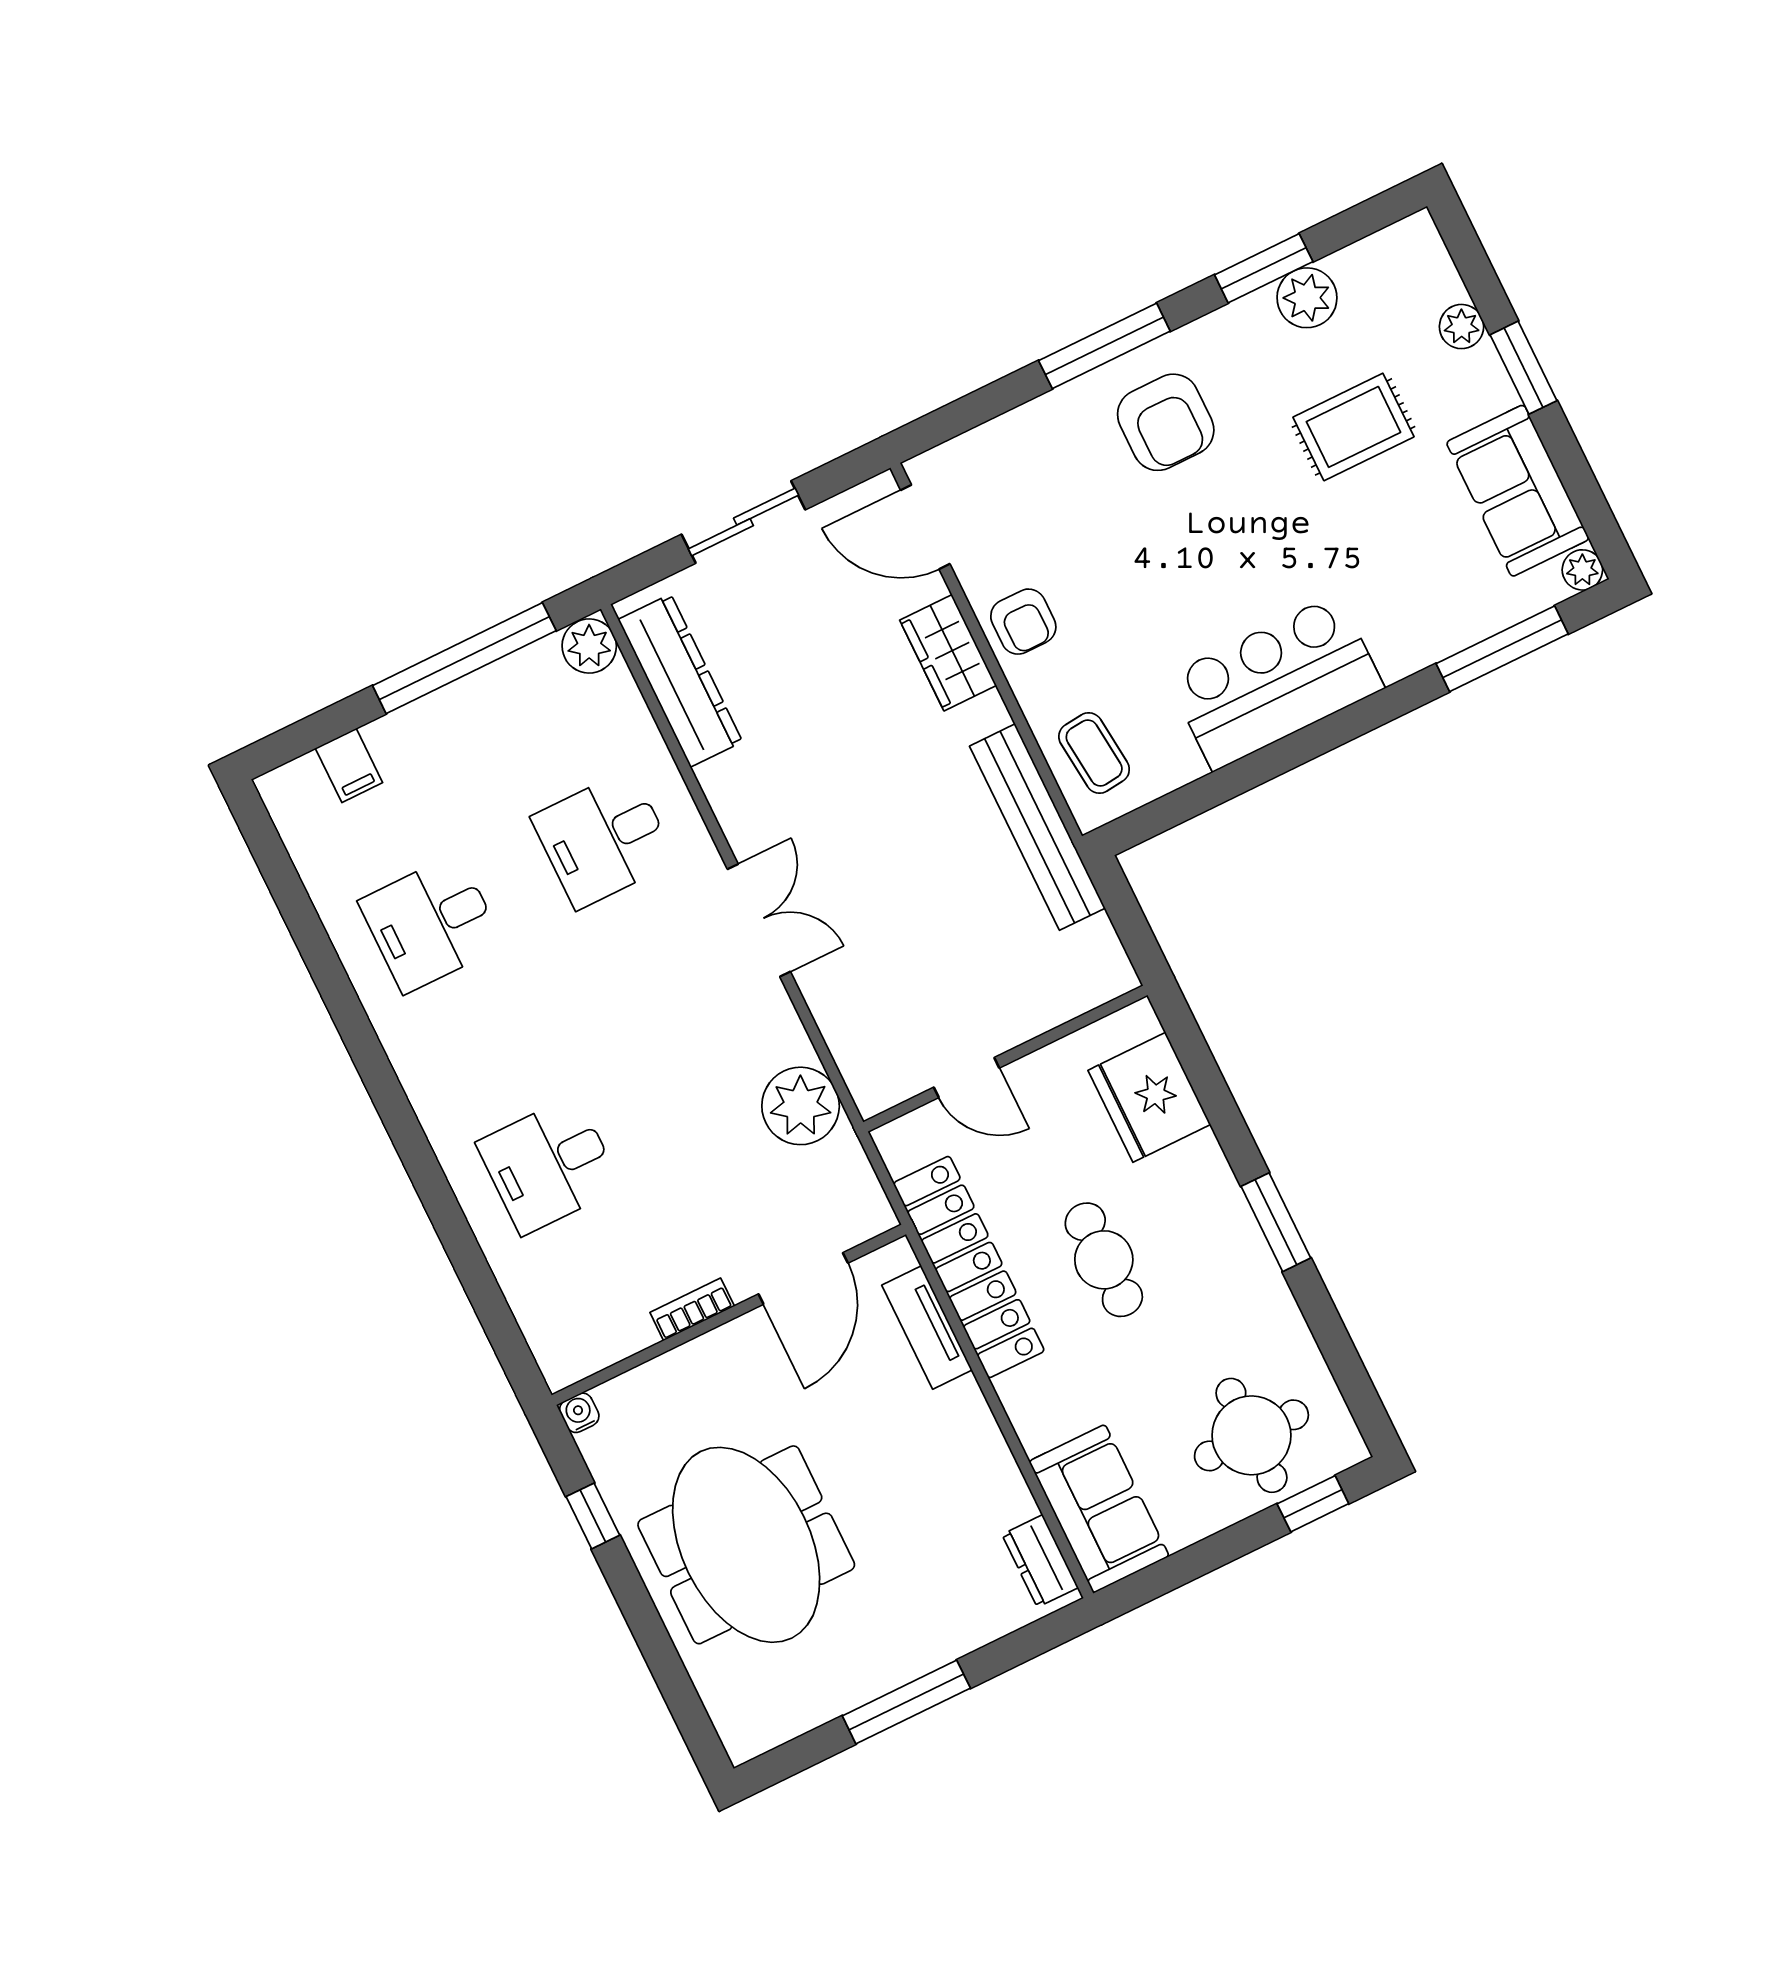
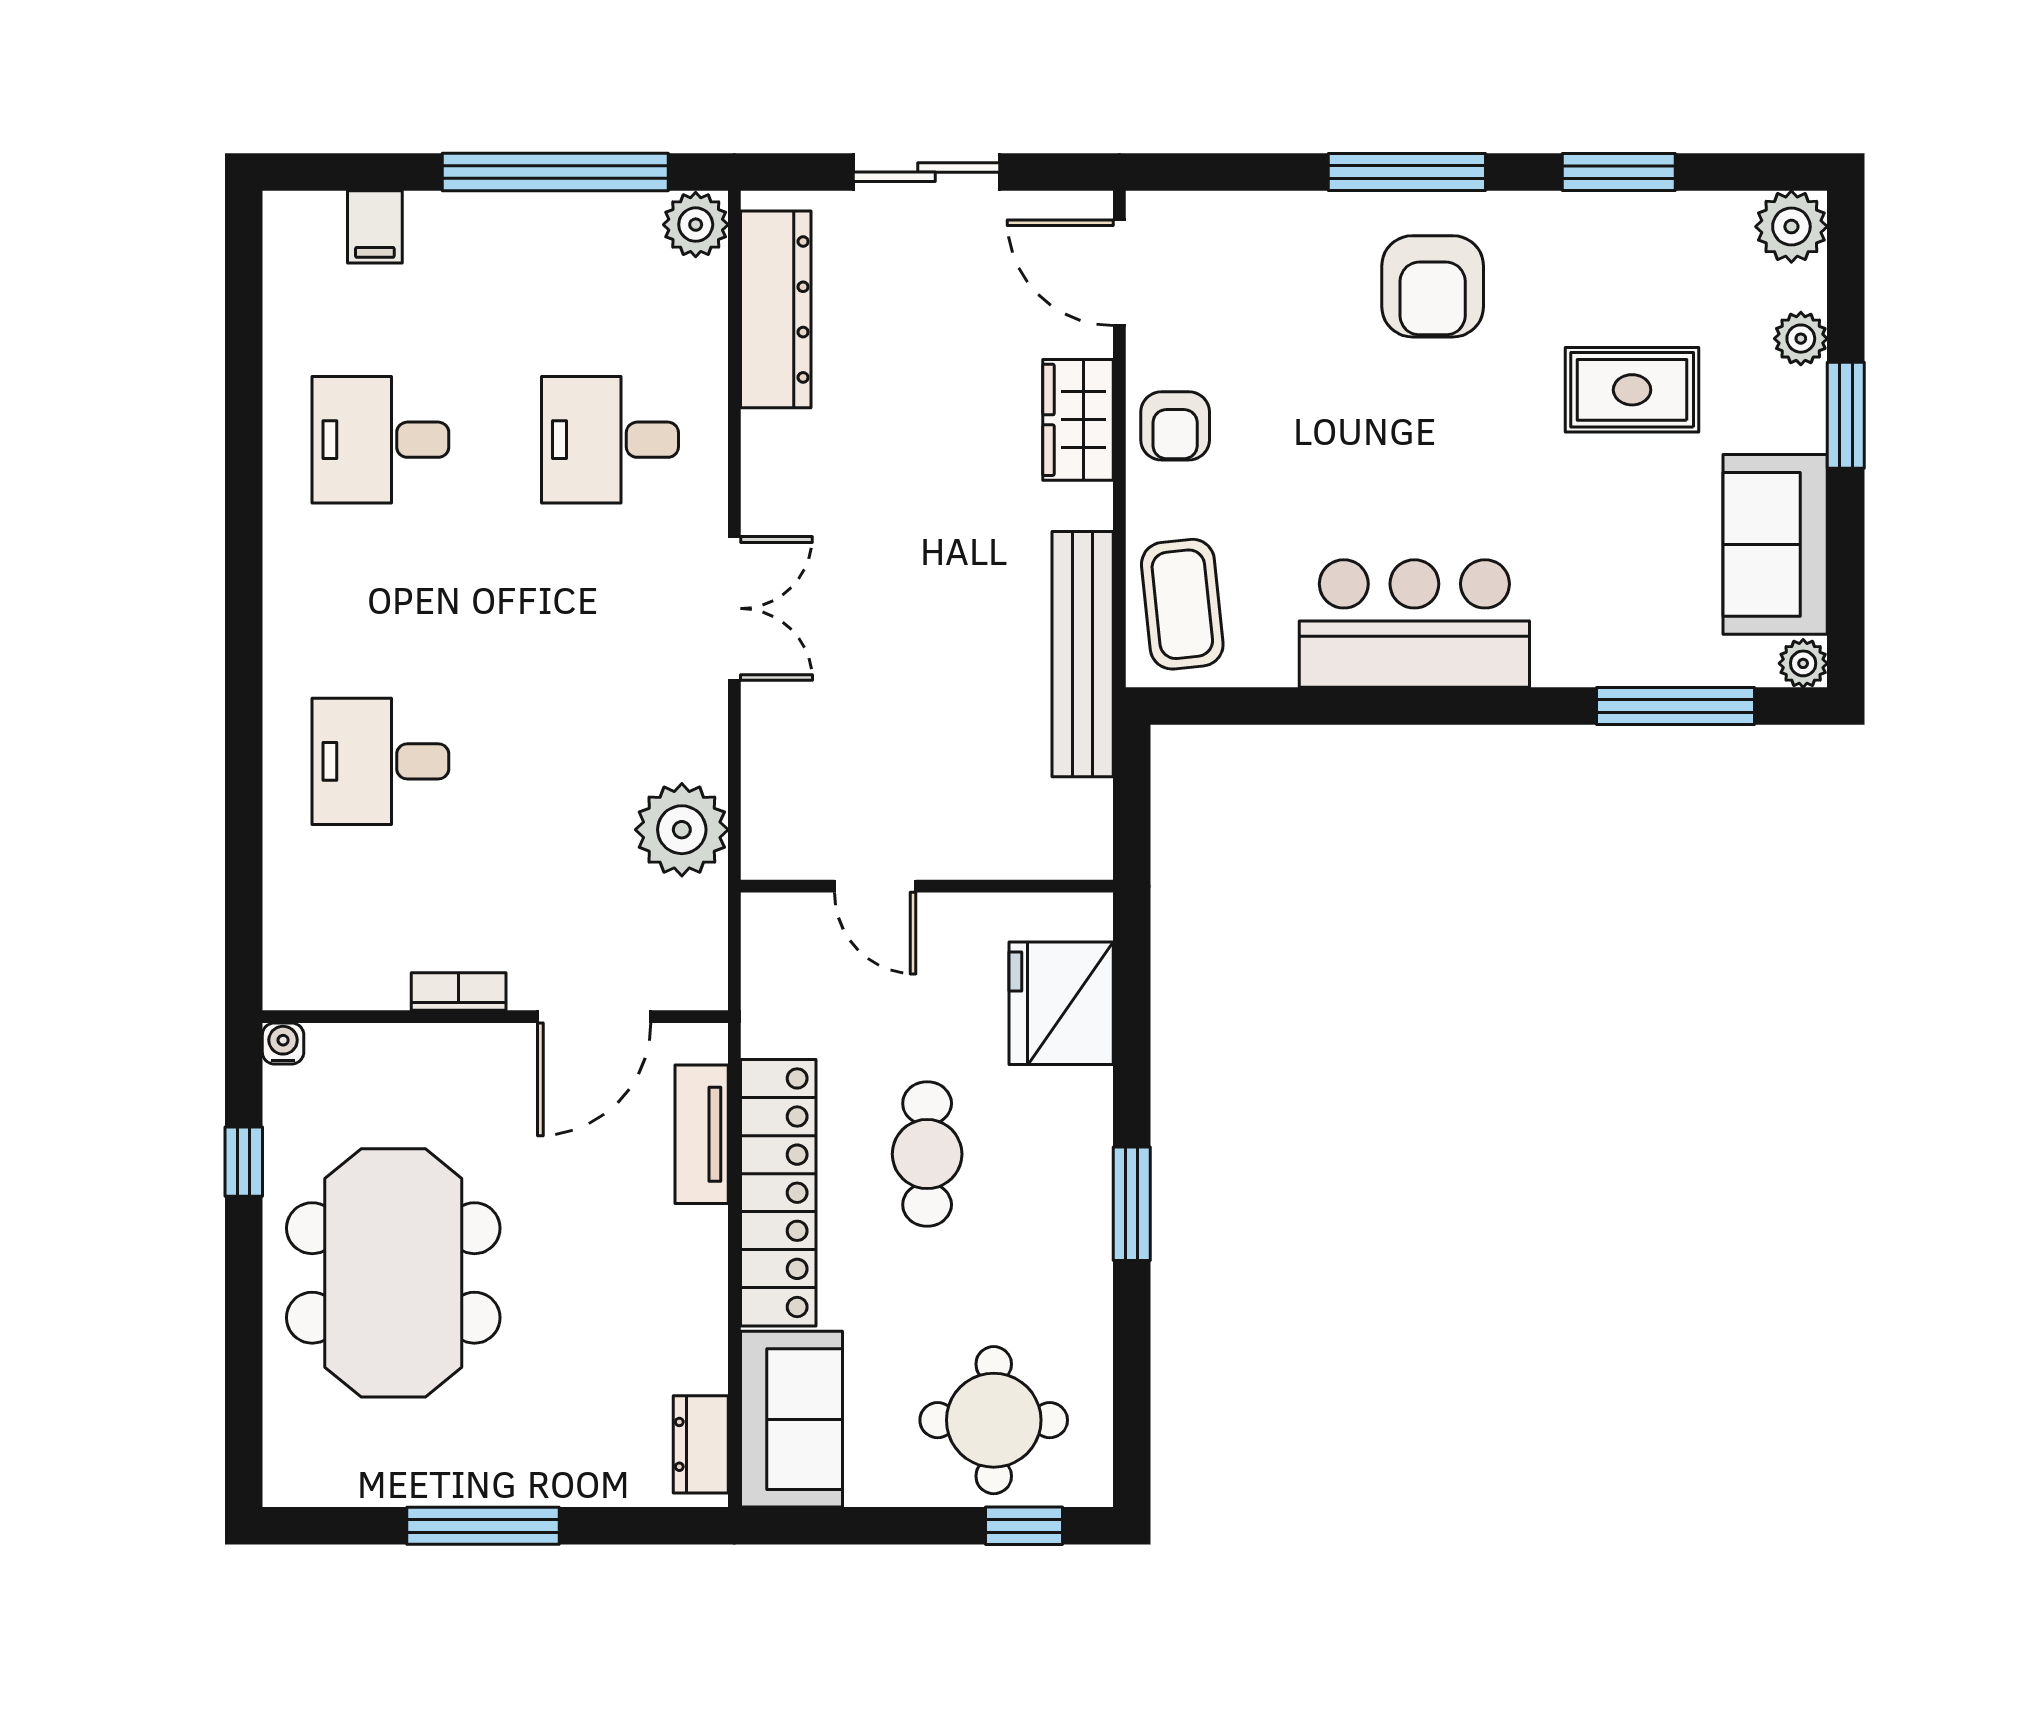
plant: (1307, 298) -> (1791, 227), moved
coffee table: (1094, 753) -> (1182, 604), width x1.36, depth x1.30
locker: (969, 1267) -> (778, 1193), moved

